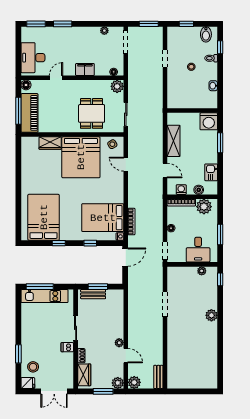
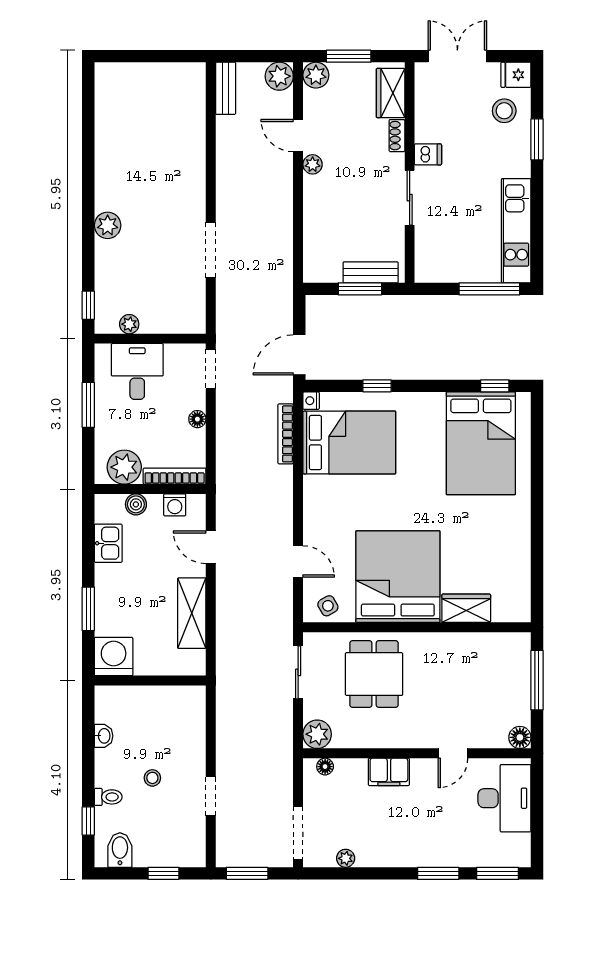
piano: (29, 113) -> (512, 675), removed
window: (59, 243) -> (495, 386), moved
kitchen unit: (44, 296) -> (516, 231), moved, turned -90

